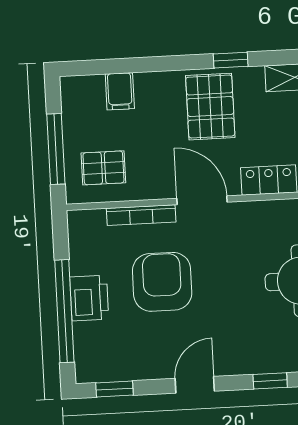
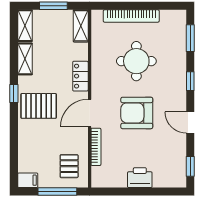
filing cabinet: (120, 91) -> (28, 180), moved
armchair: (162, 282) -> (137, 113), moved
window: (64, 311) -> (146, 192), removed

